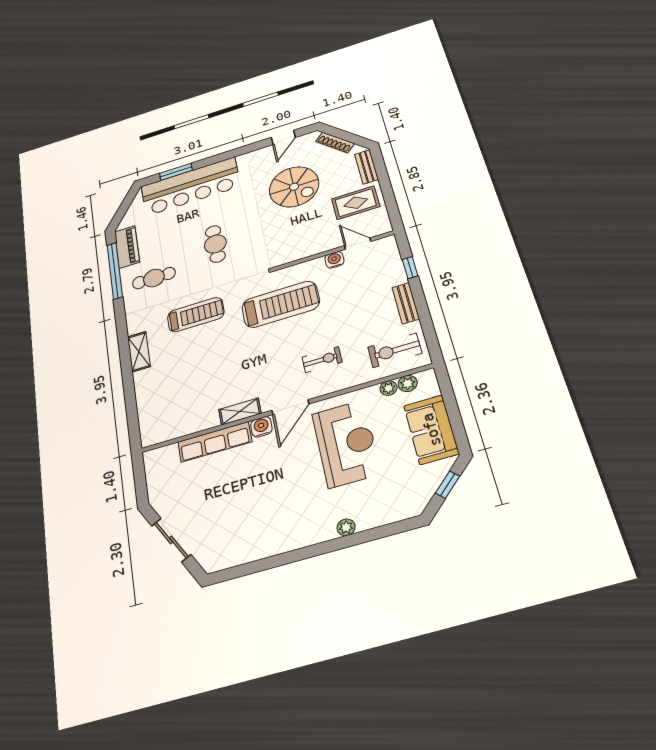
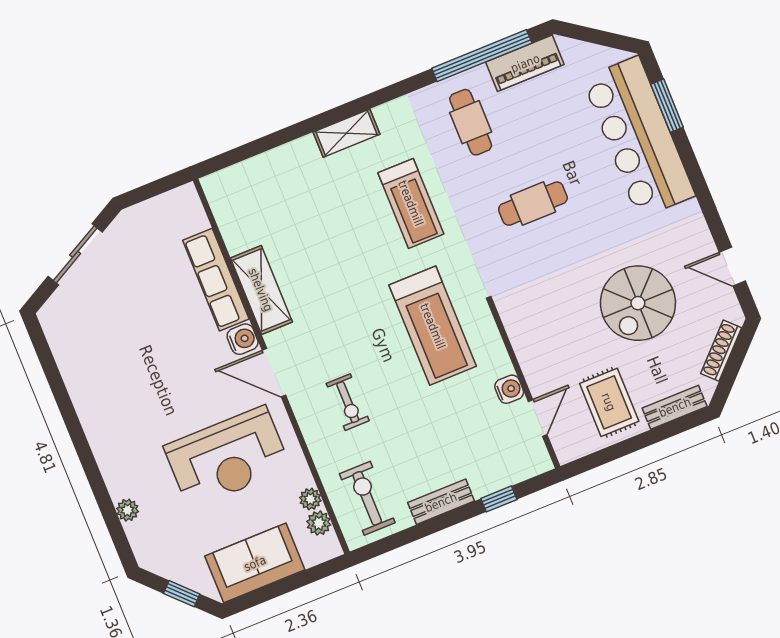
shelving: (240, 412) -> (261, 290), width x1.50, depth x1.33
plant: (346, 527) -> (128, 510), moved

